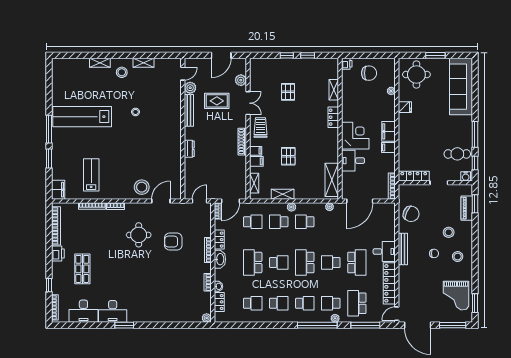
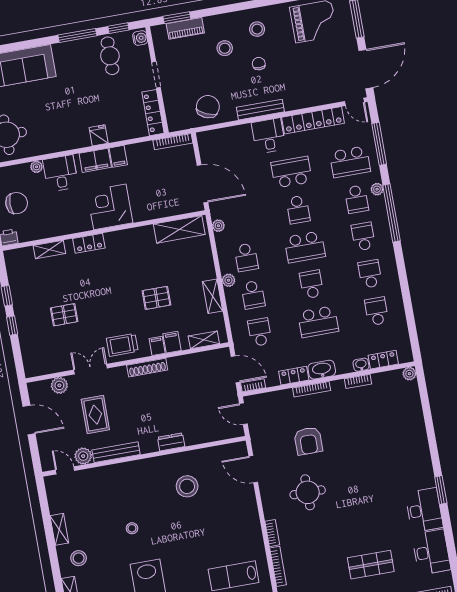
chair: (369, 73) -> (17, 203), turned 90
fridge: (405, 107) -> (99, 135), moved
desk: (353, 161) -> (60, 173), moved, turned 180
stool: (142, 187) -> (187, 486), moved

